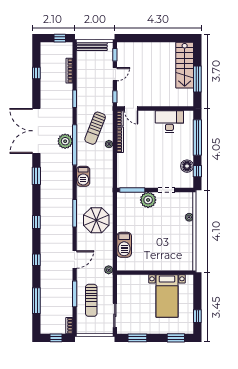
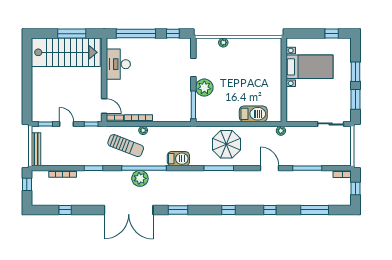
stairs: (185, 65) -> (66, 52), width x1.36, depth x1.51
door: (131, 108) -> (104, 106), hinge flipped
floor lamp: (187, 166) -> (167, 45), removed
sun lounger: (91, 300) -> (314, 150), removed
window: (176, 338) -> (355, 72), moved

